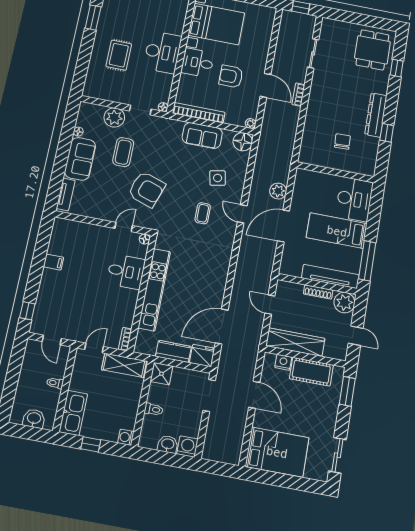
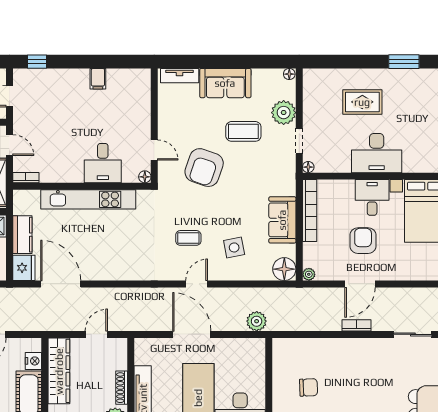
floor lamp: (78, 132) -> (289, 74), moved
plant: (278, 191) -> (257, 321), moved

